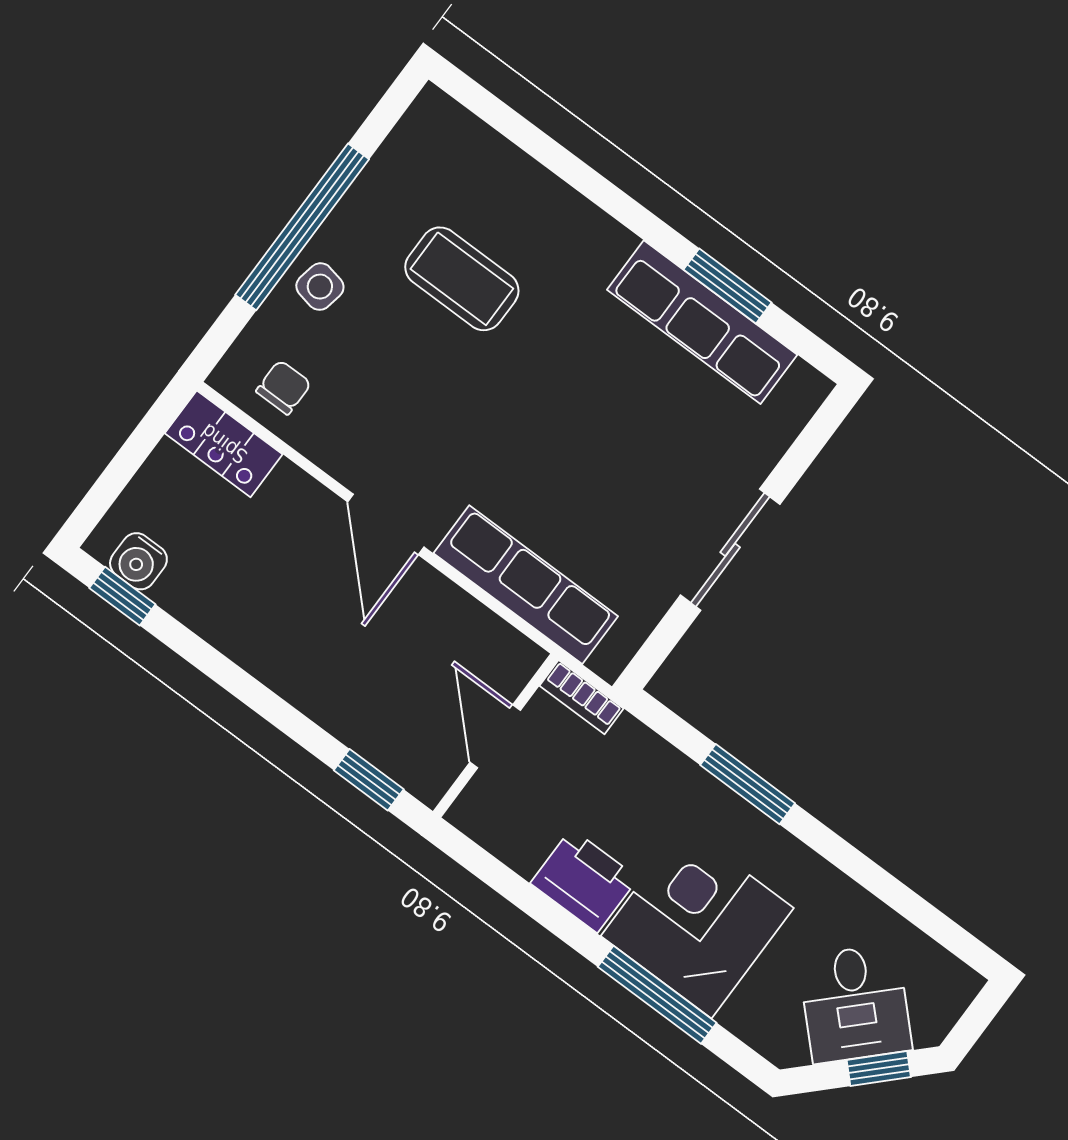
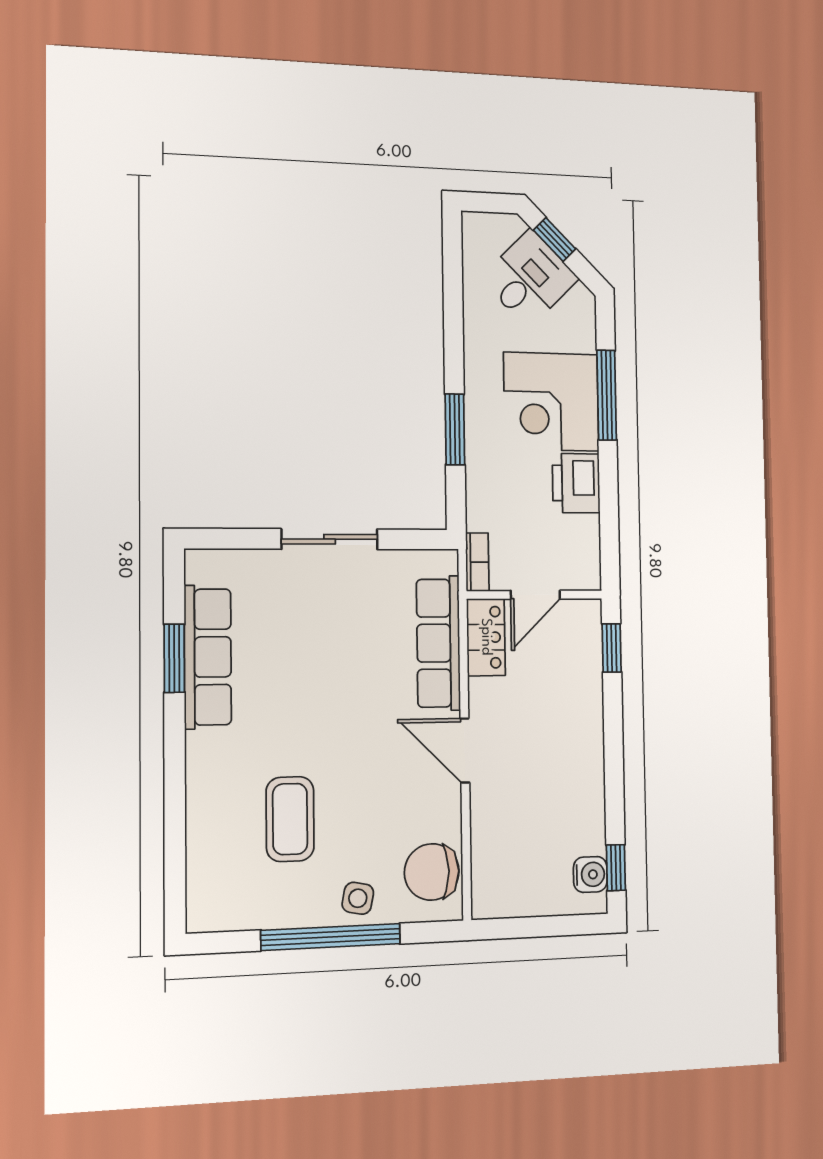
chair: (284, 387) -> (432, 872), width x1.87, depth x1.87
locker: (224, 444) -> (486, 637), moved
door: (386, 524) -> (465, 751), swing flipped

